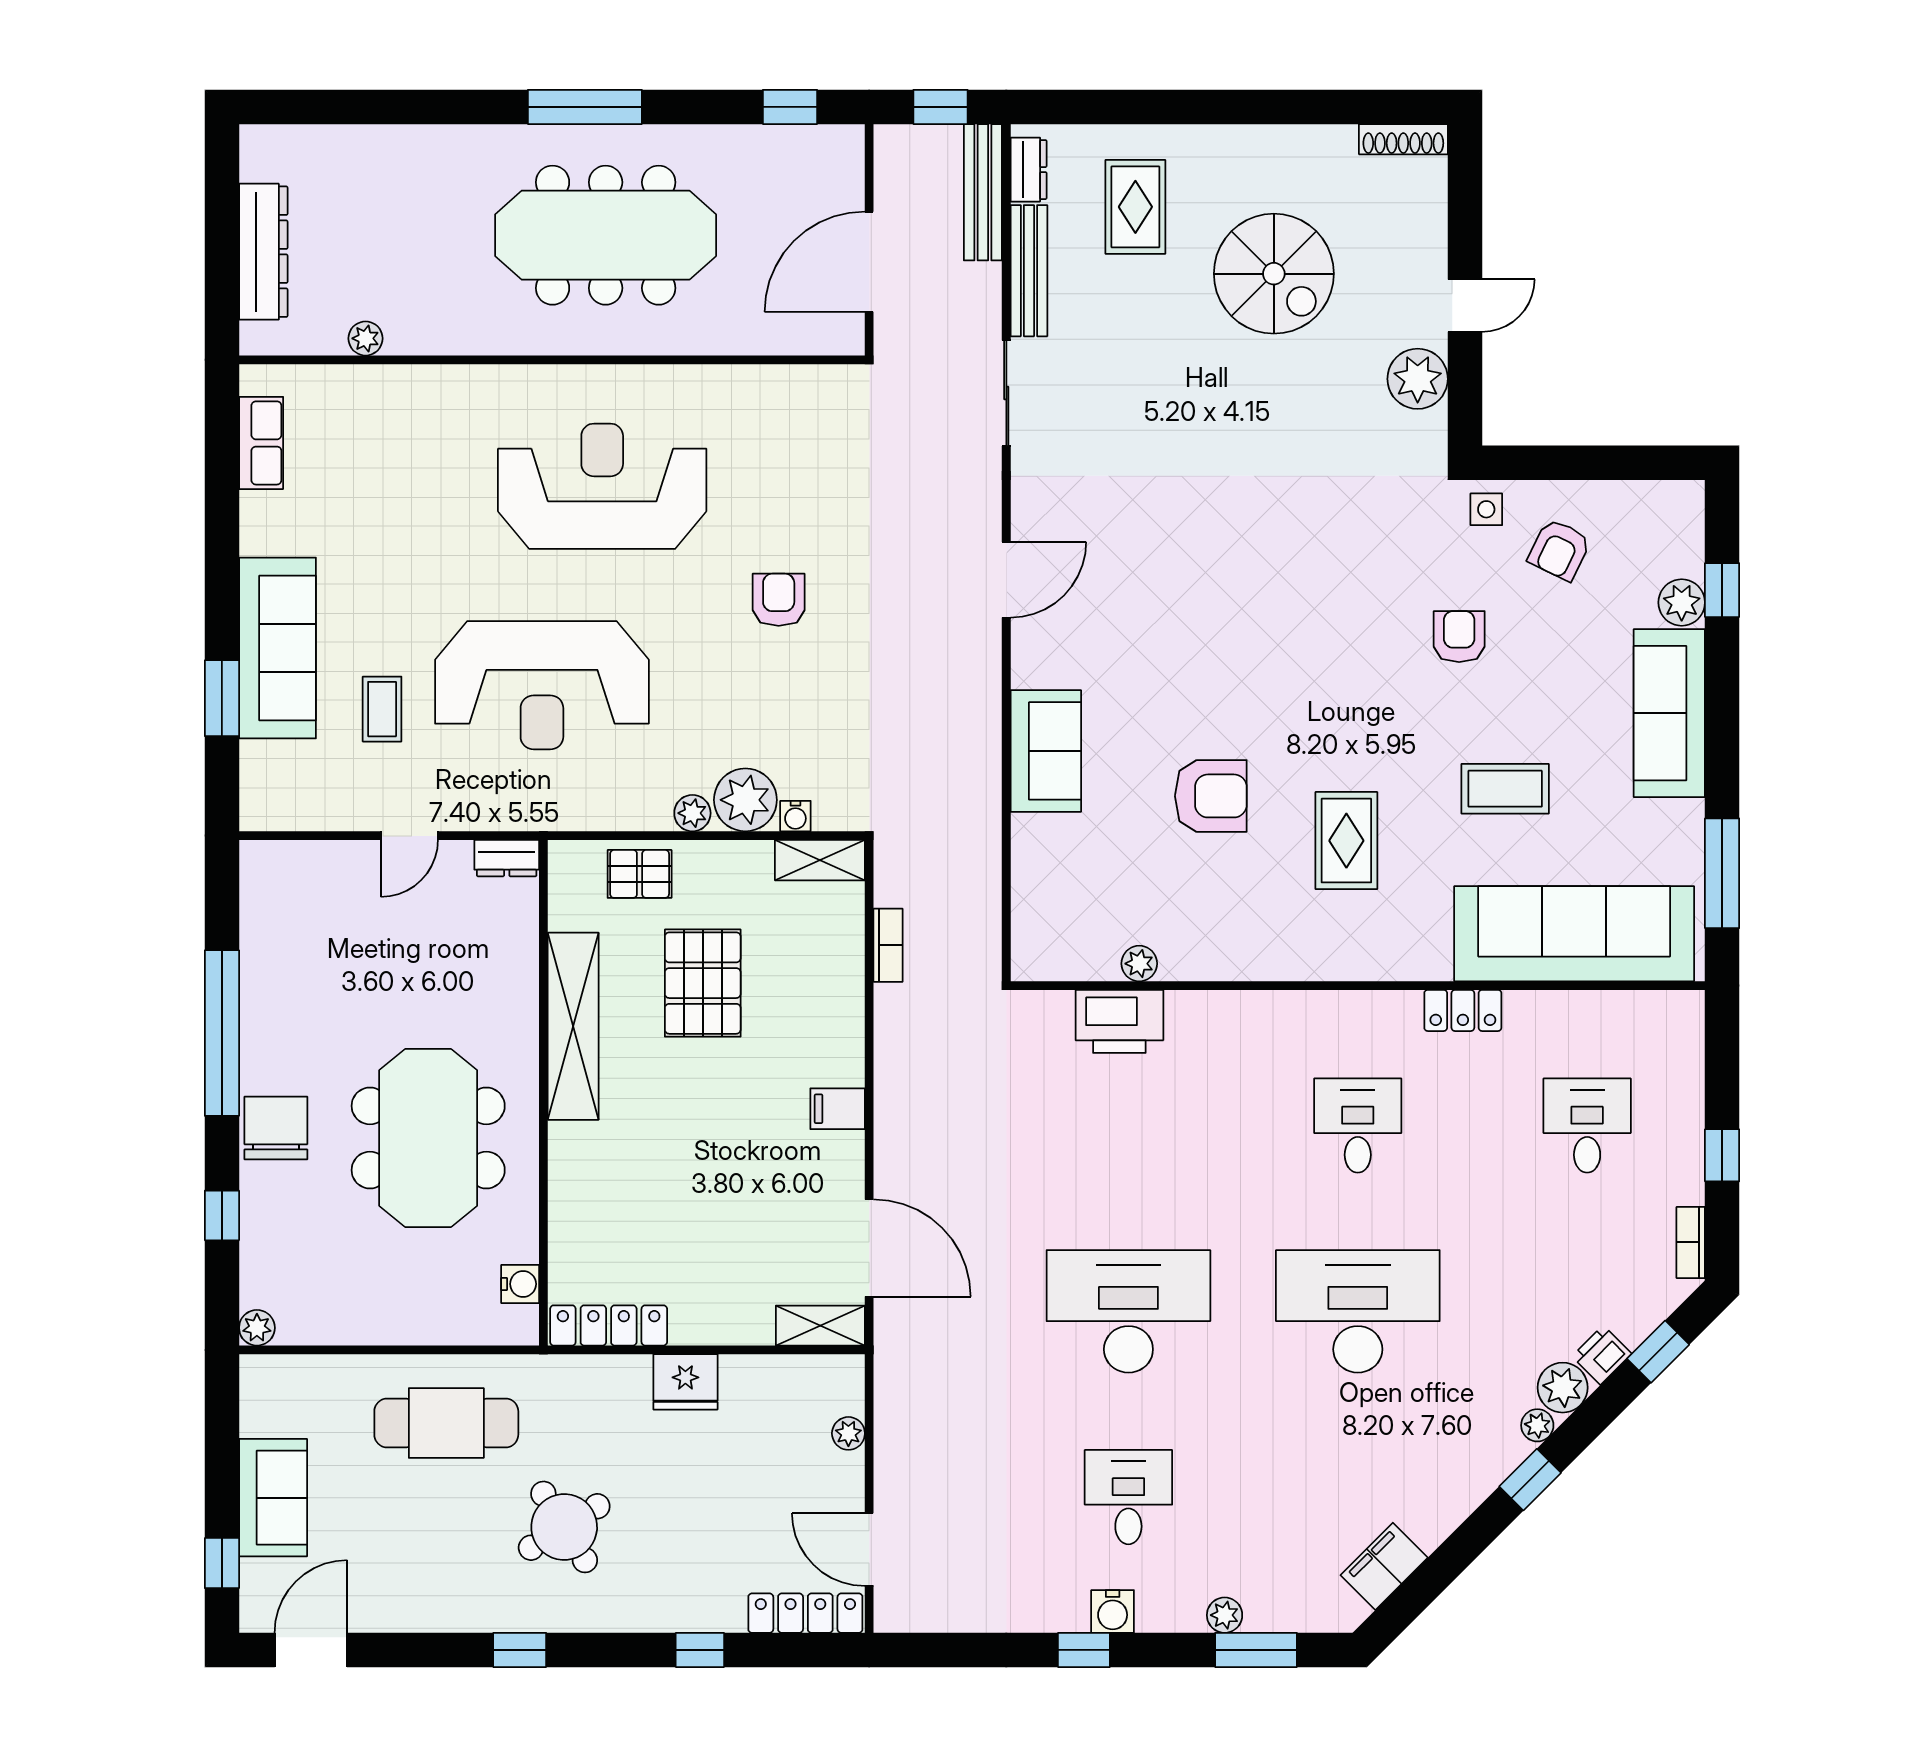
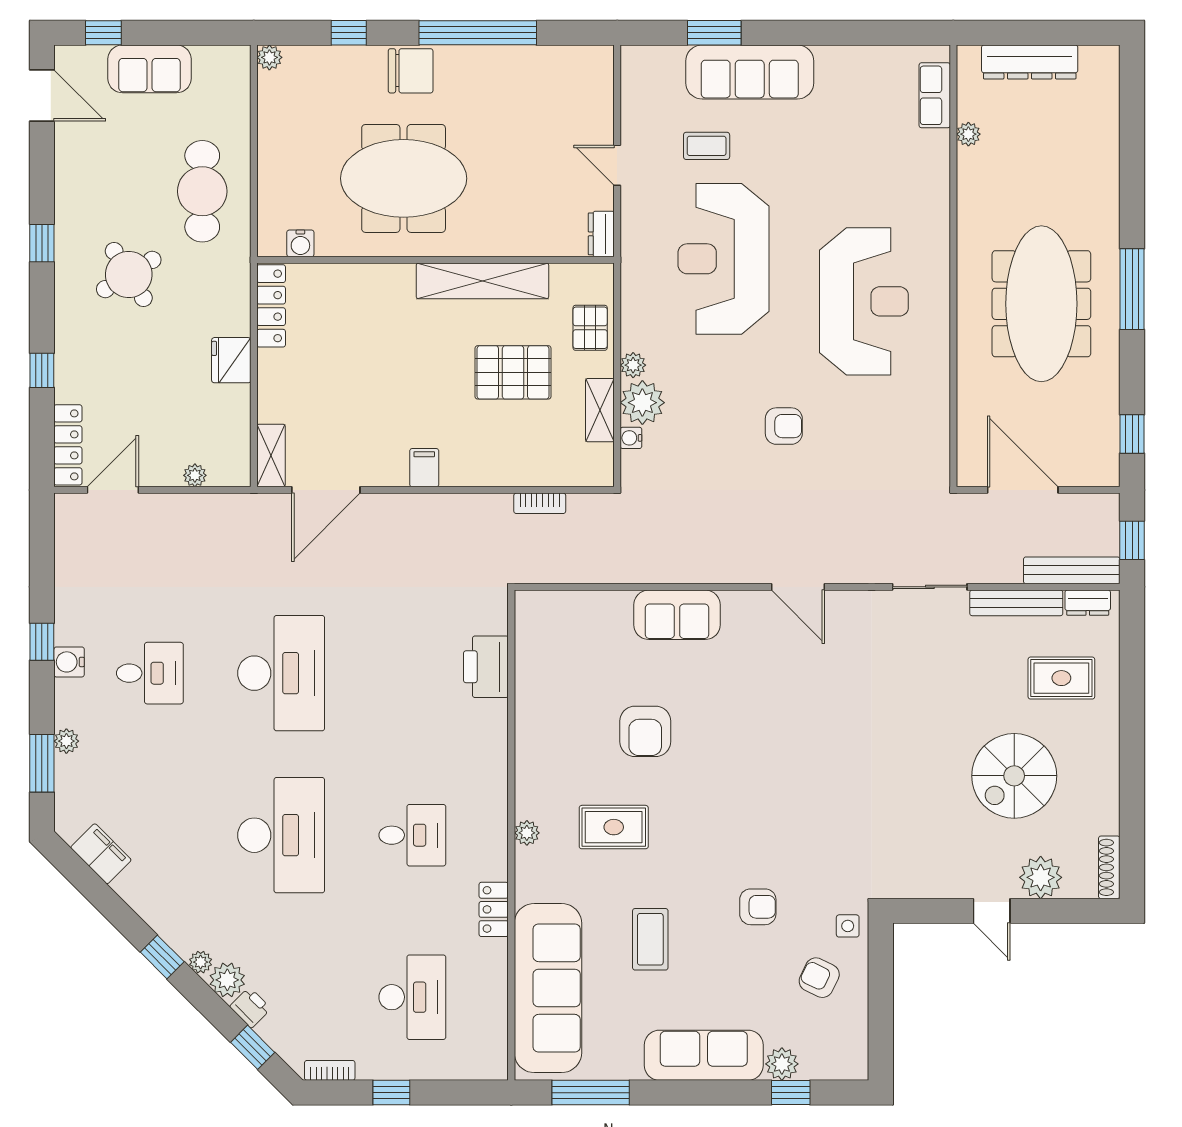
plant: (1418, 379) -> (1041, 877), moved
row of seats: (261, 443) -> (935, 95), moved, turned 90
shelving: (820, 860) -> (600, 410), moved
plant: (1139, 964) -> (527, 833), moved
desk: (1587, 1126) -> (412, 997), width x1.37

